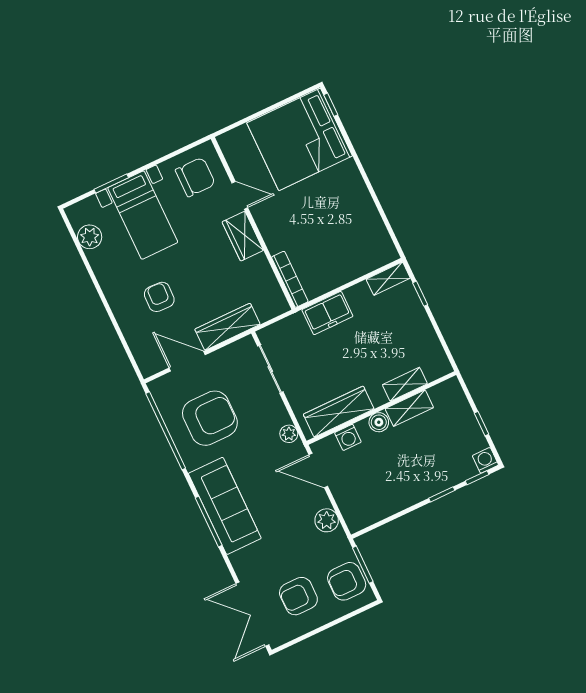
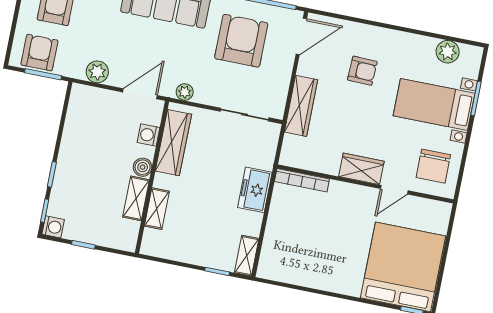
door: (187, 361) -> (301, 36), moved
armchair: (210, 418) -> (241, 41), turned 180

